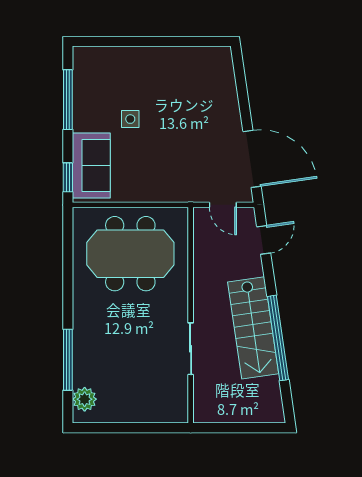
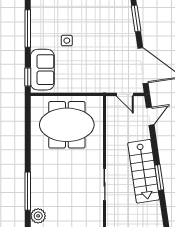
window: (241, 84) -> (136, 18), added
window: (278, 338) -> (159, 178), width x0.47

